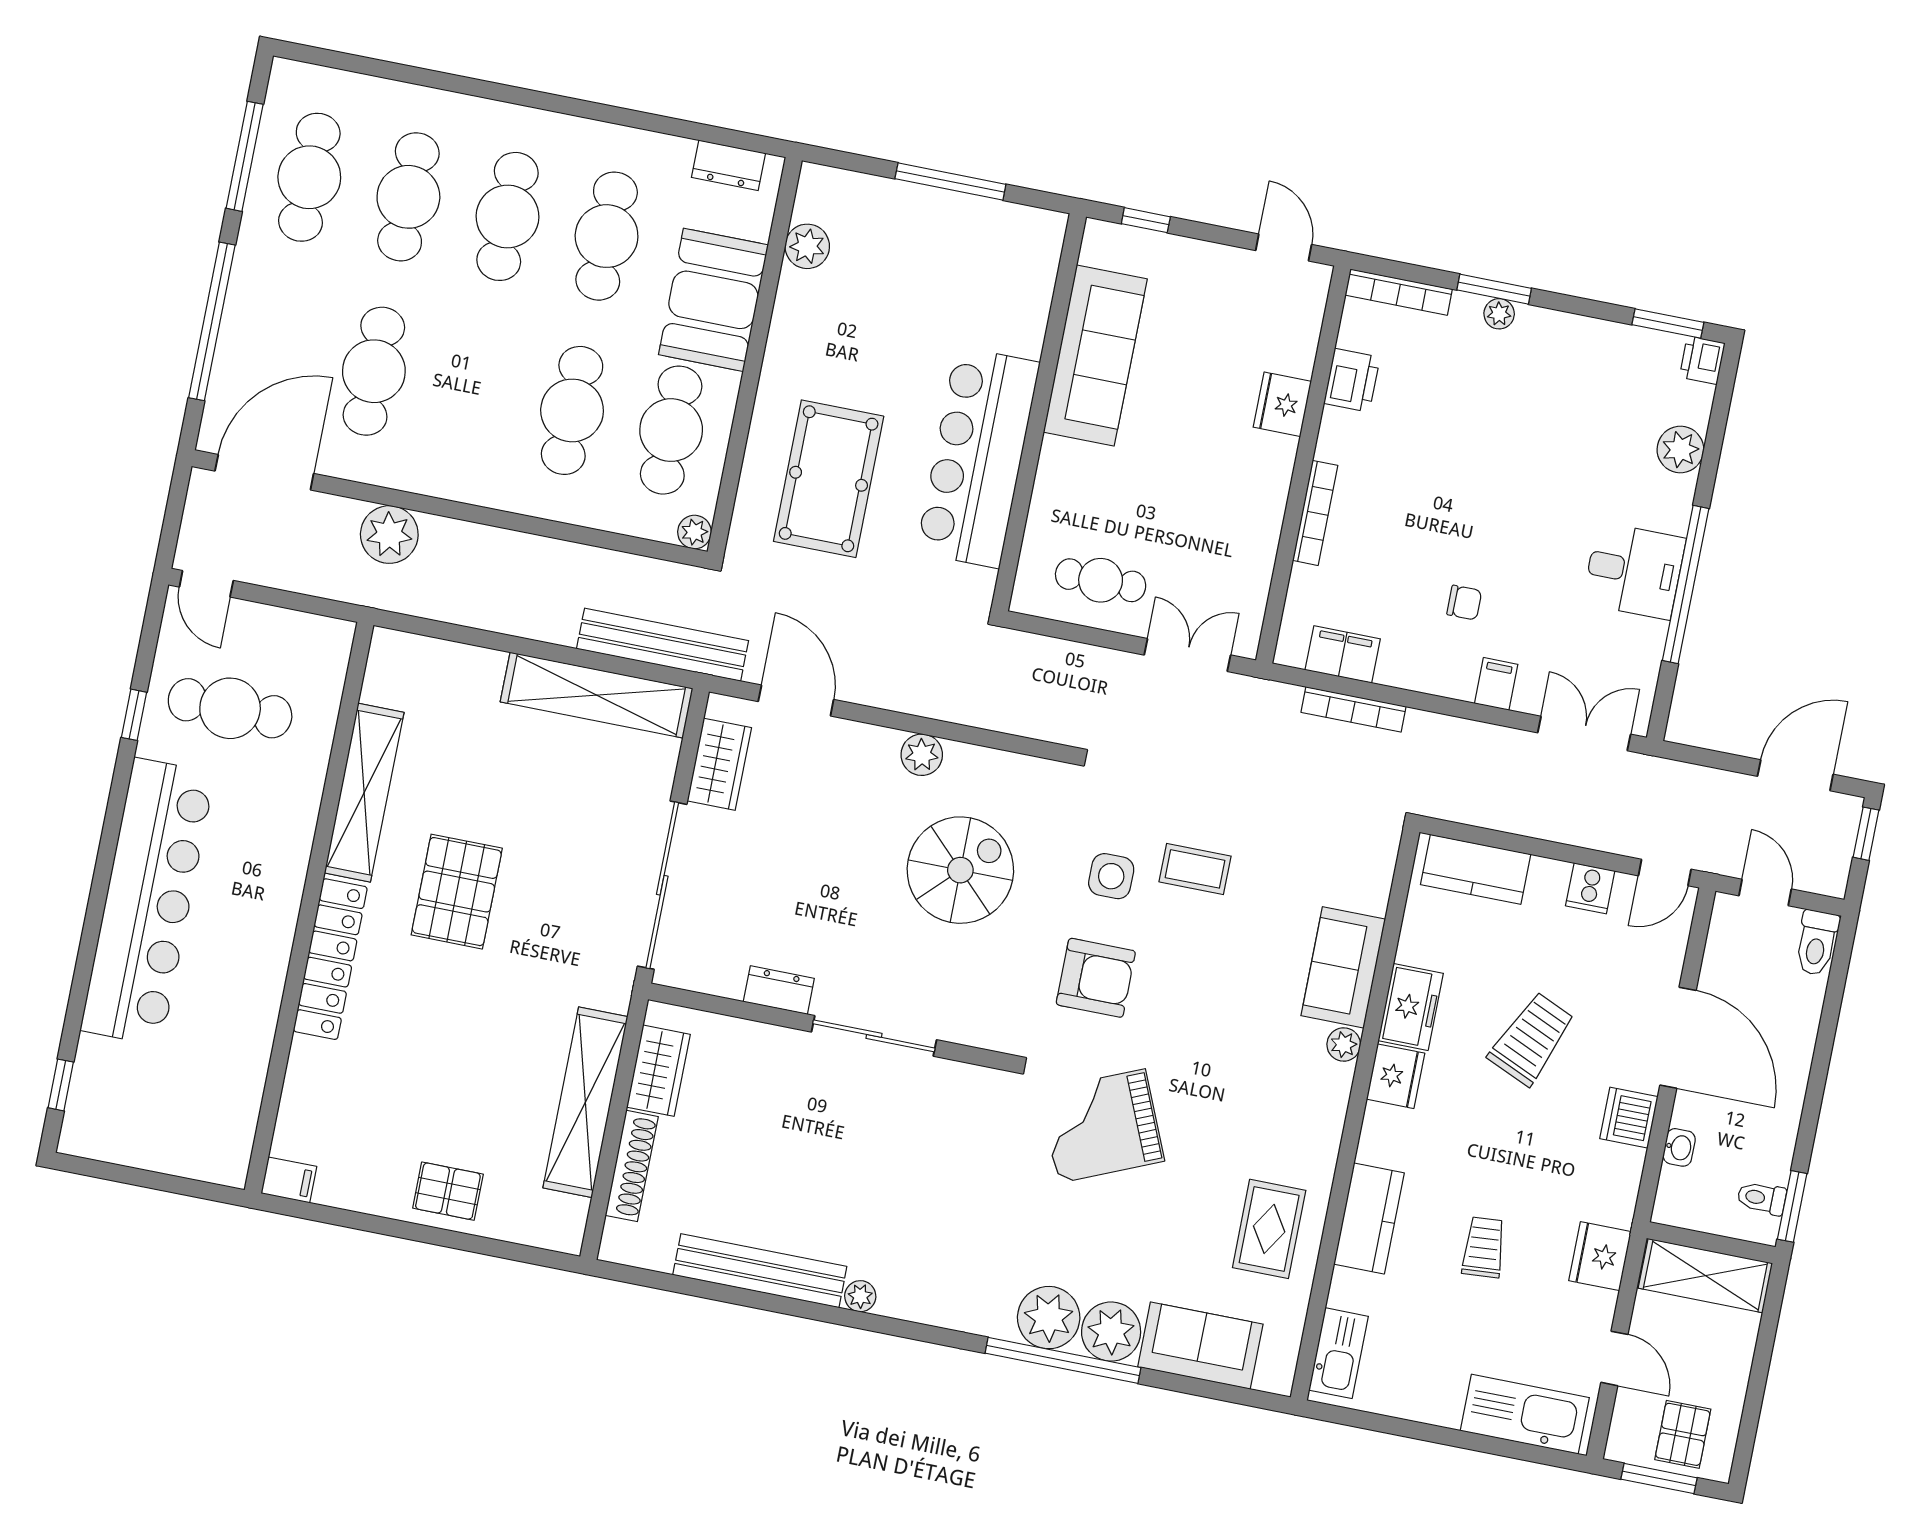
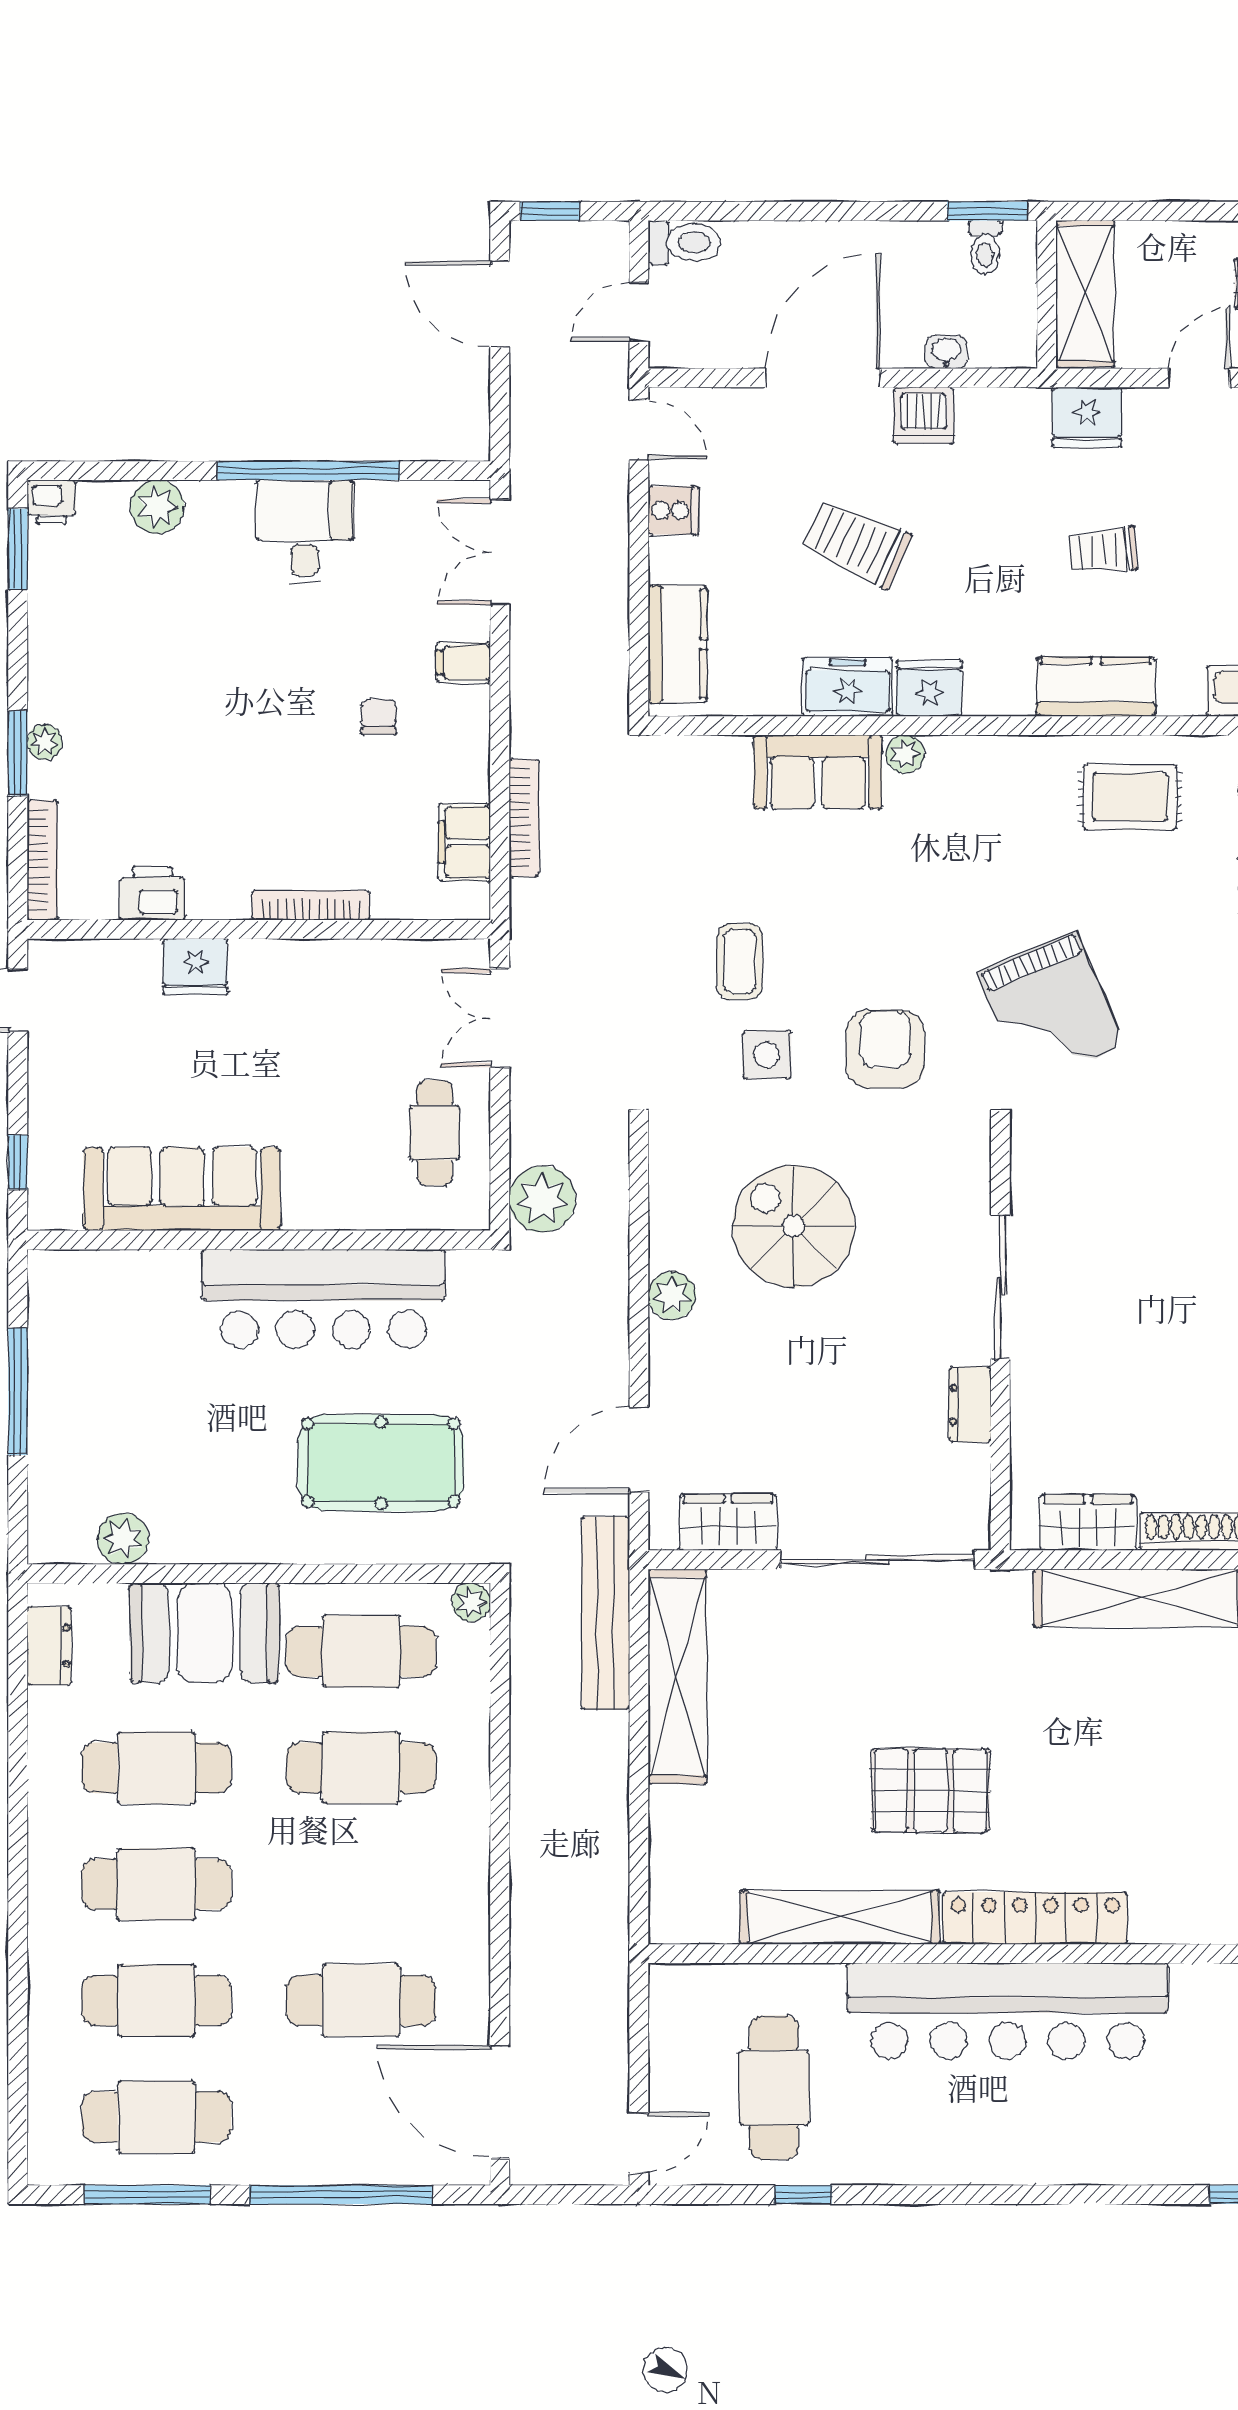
plant: (389, 535) -> (542, 1199), moved
bar counter: (148, 902) -> (1008, 2011), moved, turned 180

